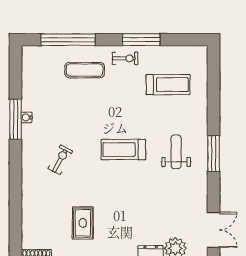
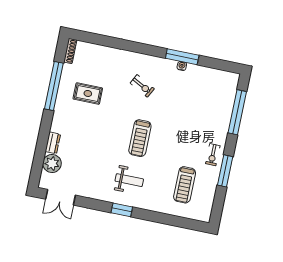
exercise mat: (85, 70) -> (210, 120), removed
treadmill: (123, 150) -> (140, 138), turned 180
window: (214, 154) -> (122, 210), width x0.69

